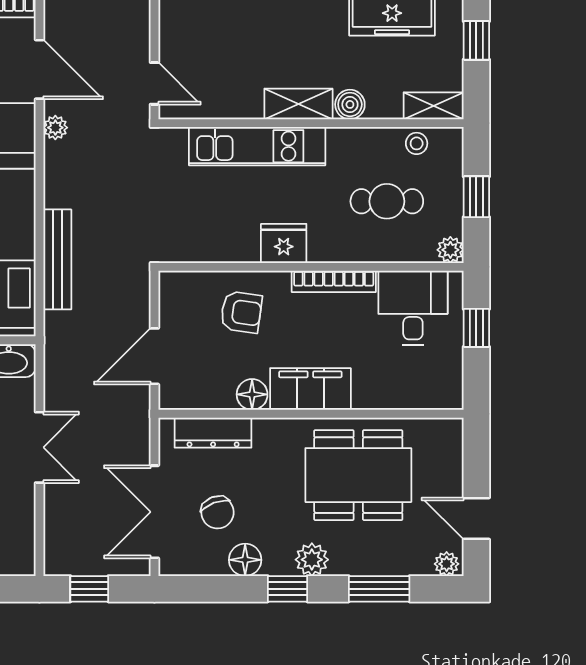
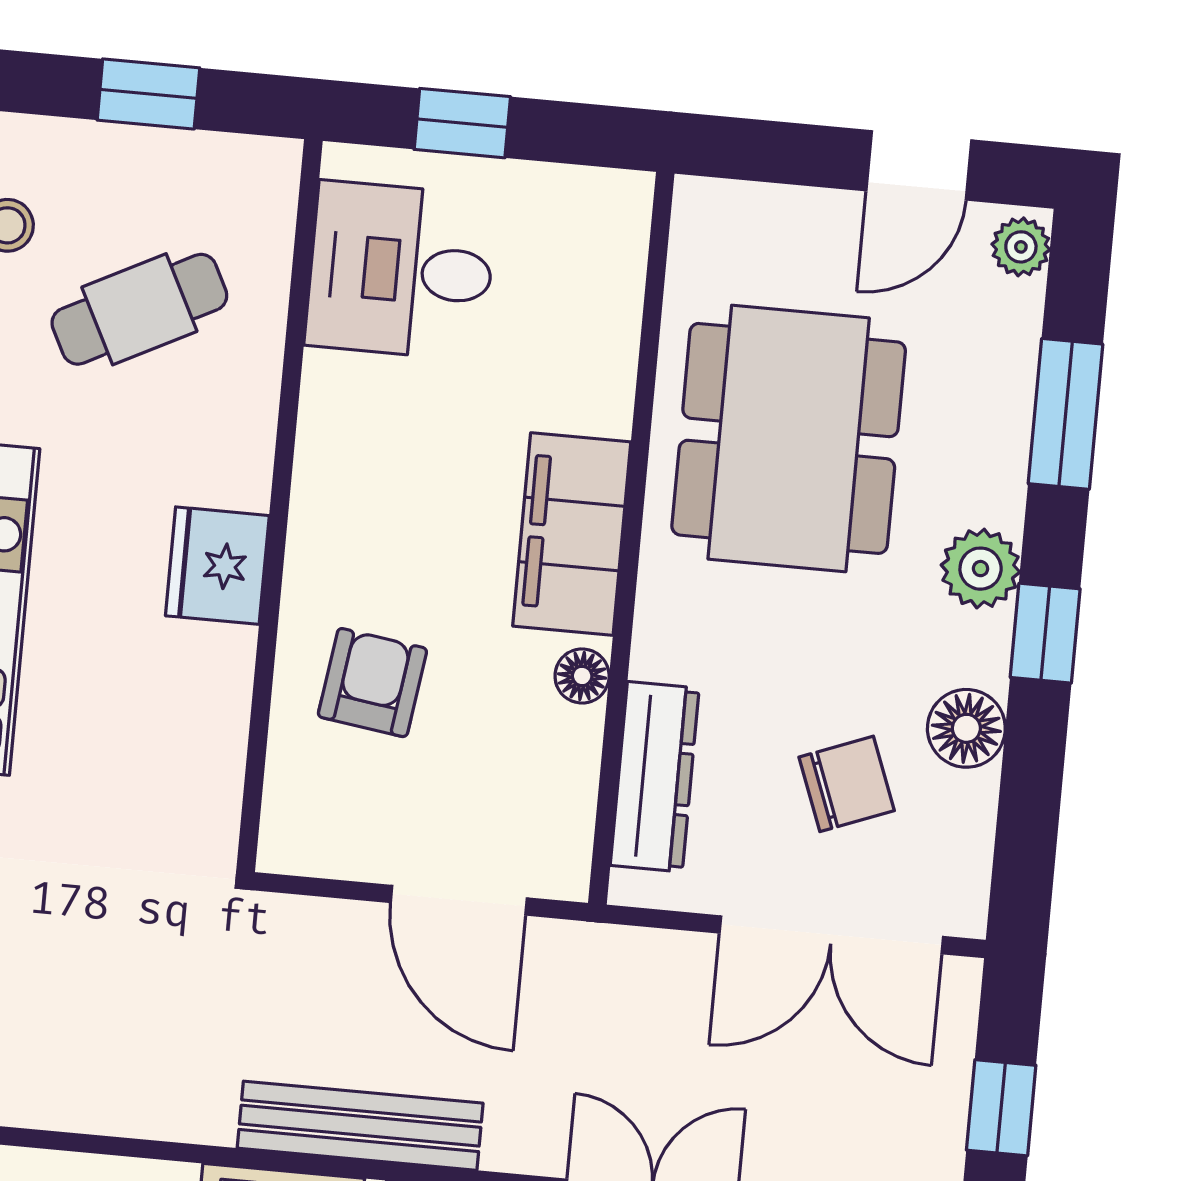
cafe table: (387, 201) -> (139, 309), turned 63
plant: (450, 250) -> (270, 168), removed
bench: (57, 259) -> (360, 1126), moved
bookcase: (334, 281) -> (319, 454), removed
floor lamp: (252, 394) -> (582, 676), width x0.73, depth x0.73

